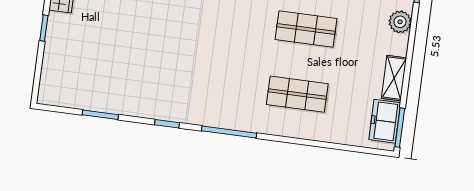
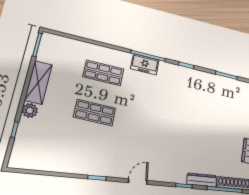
shelving: (394, 78) -> (38, 82), width x1.50, depth x1.33
freezer: (385, 121) -> (145, 64), moved, turned 90

